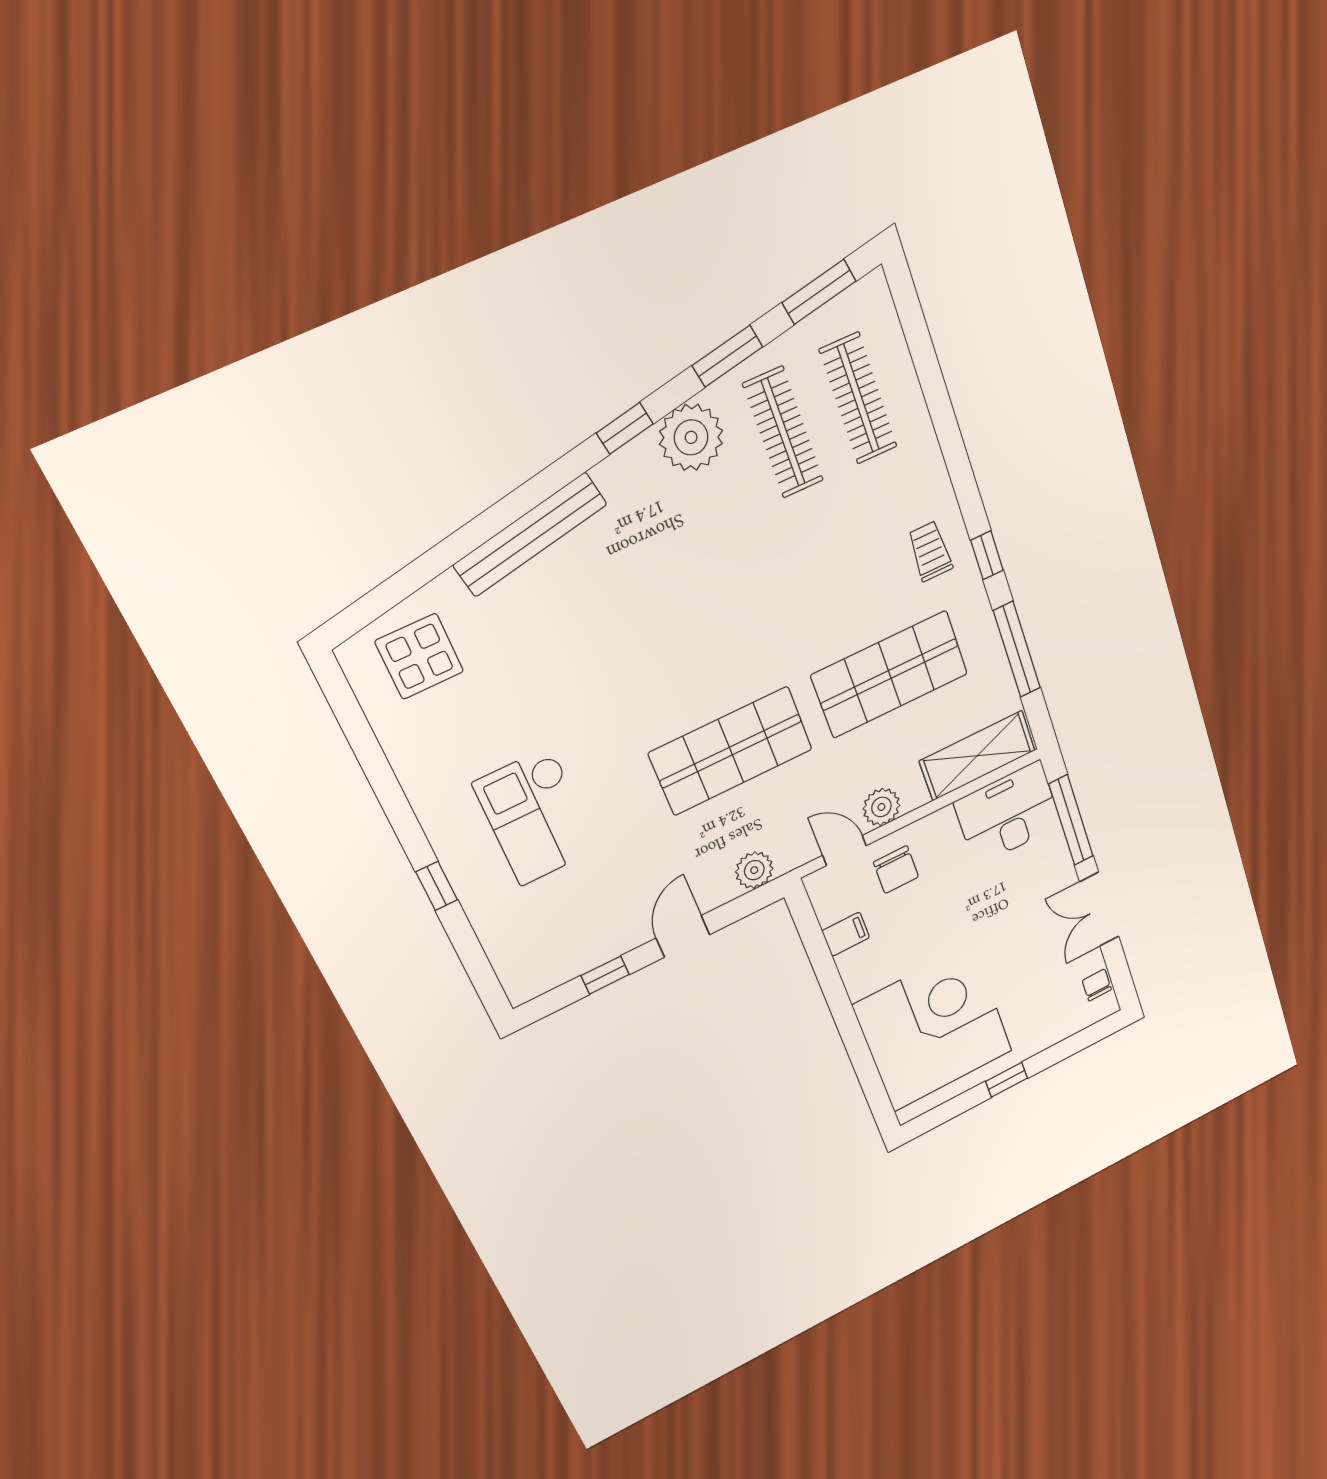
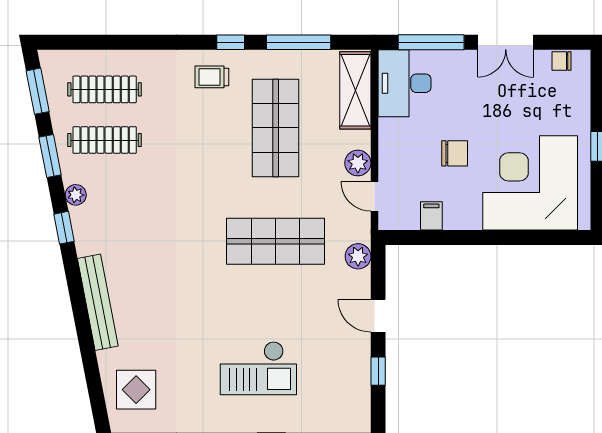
plant: (691, 437) -> (76, 195), width x0.53, depth x0.53
shop shelf: (731, 751) -> (276, 241), turned 90
door: (844, 850) -> (374, 196), hinge flipped
chair: (896, 870) -> (455, 153), moved

